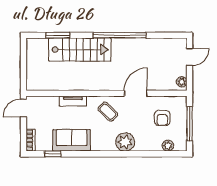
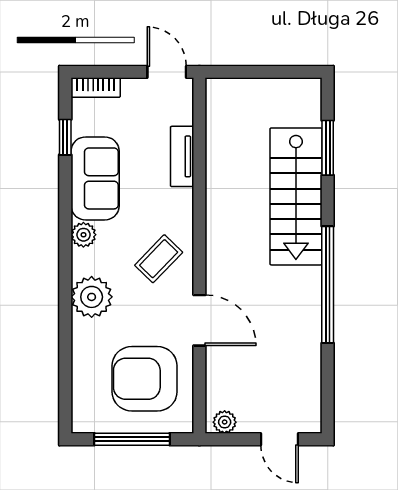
tv unit: (73, 101) -> (182, 156), moved
armchair: (162, 118) -> (145, 379), width x1.88, depth x1.88
plant: (168, 146) -> (83, 235), moved

